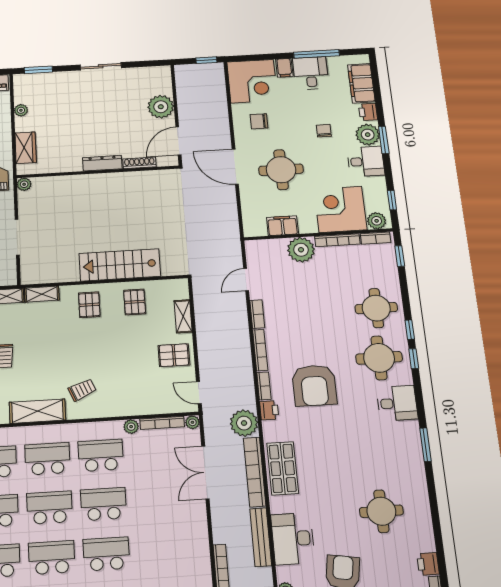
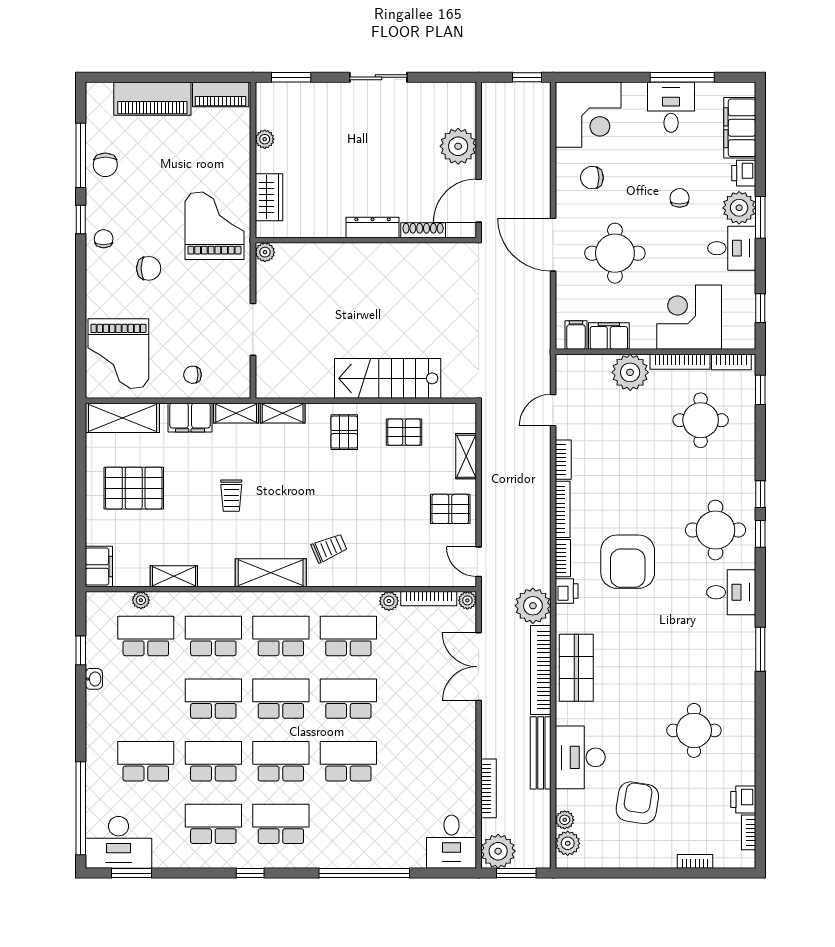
filing cabinet: (284, 68) -> (576, 335), moved, turned 180
plant: (377, 221) -> (736, 337), removed
pallet: (135, 302) -> (404, 432), turned 90
round table: (376, 308) -> (701, 420), moved

